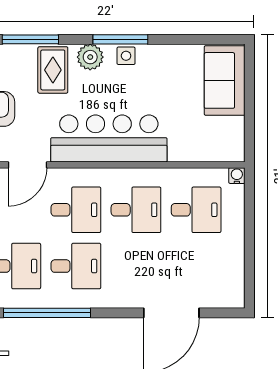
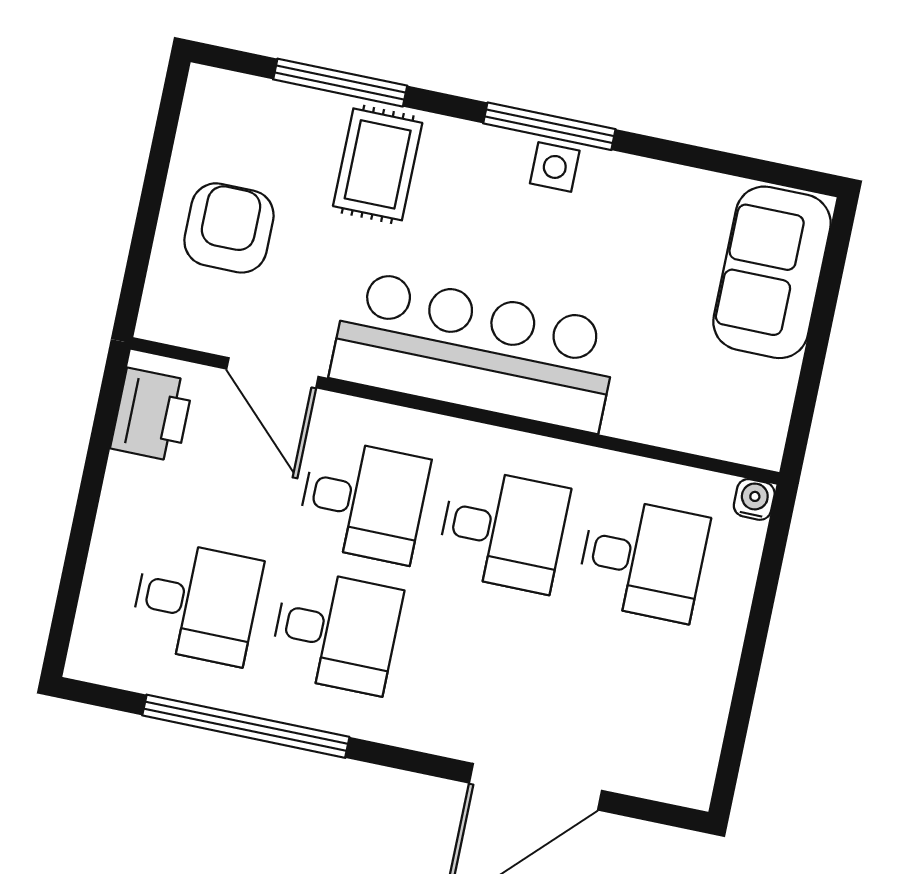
plant: (90, 57) -> (471, 153), removed
door: (27, 165) -> (272, 373), hinge flipped

